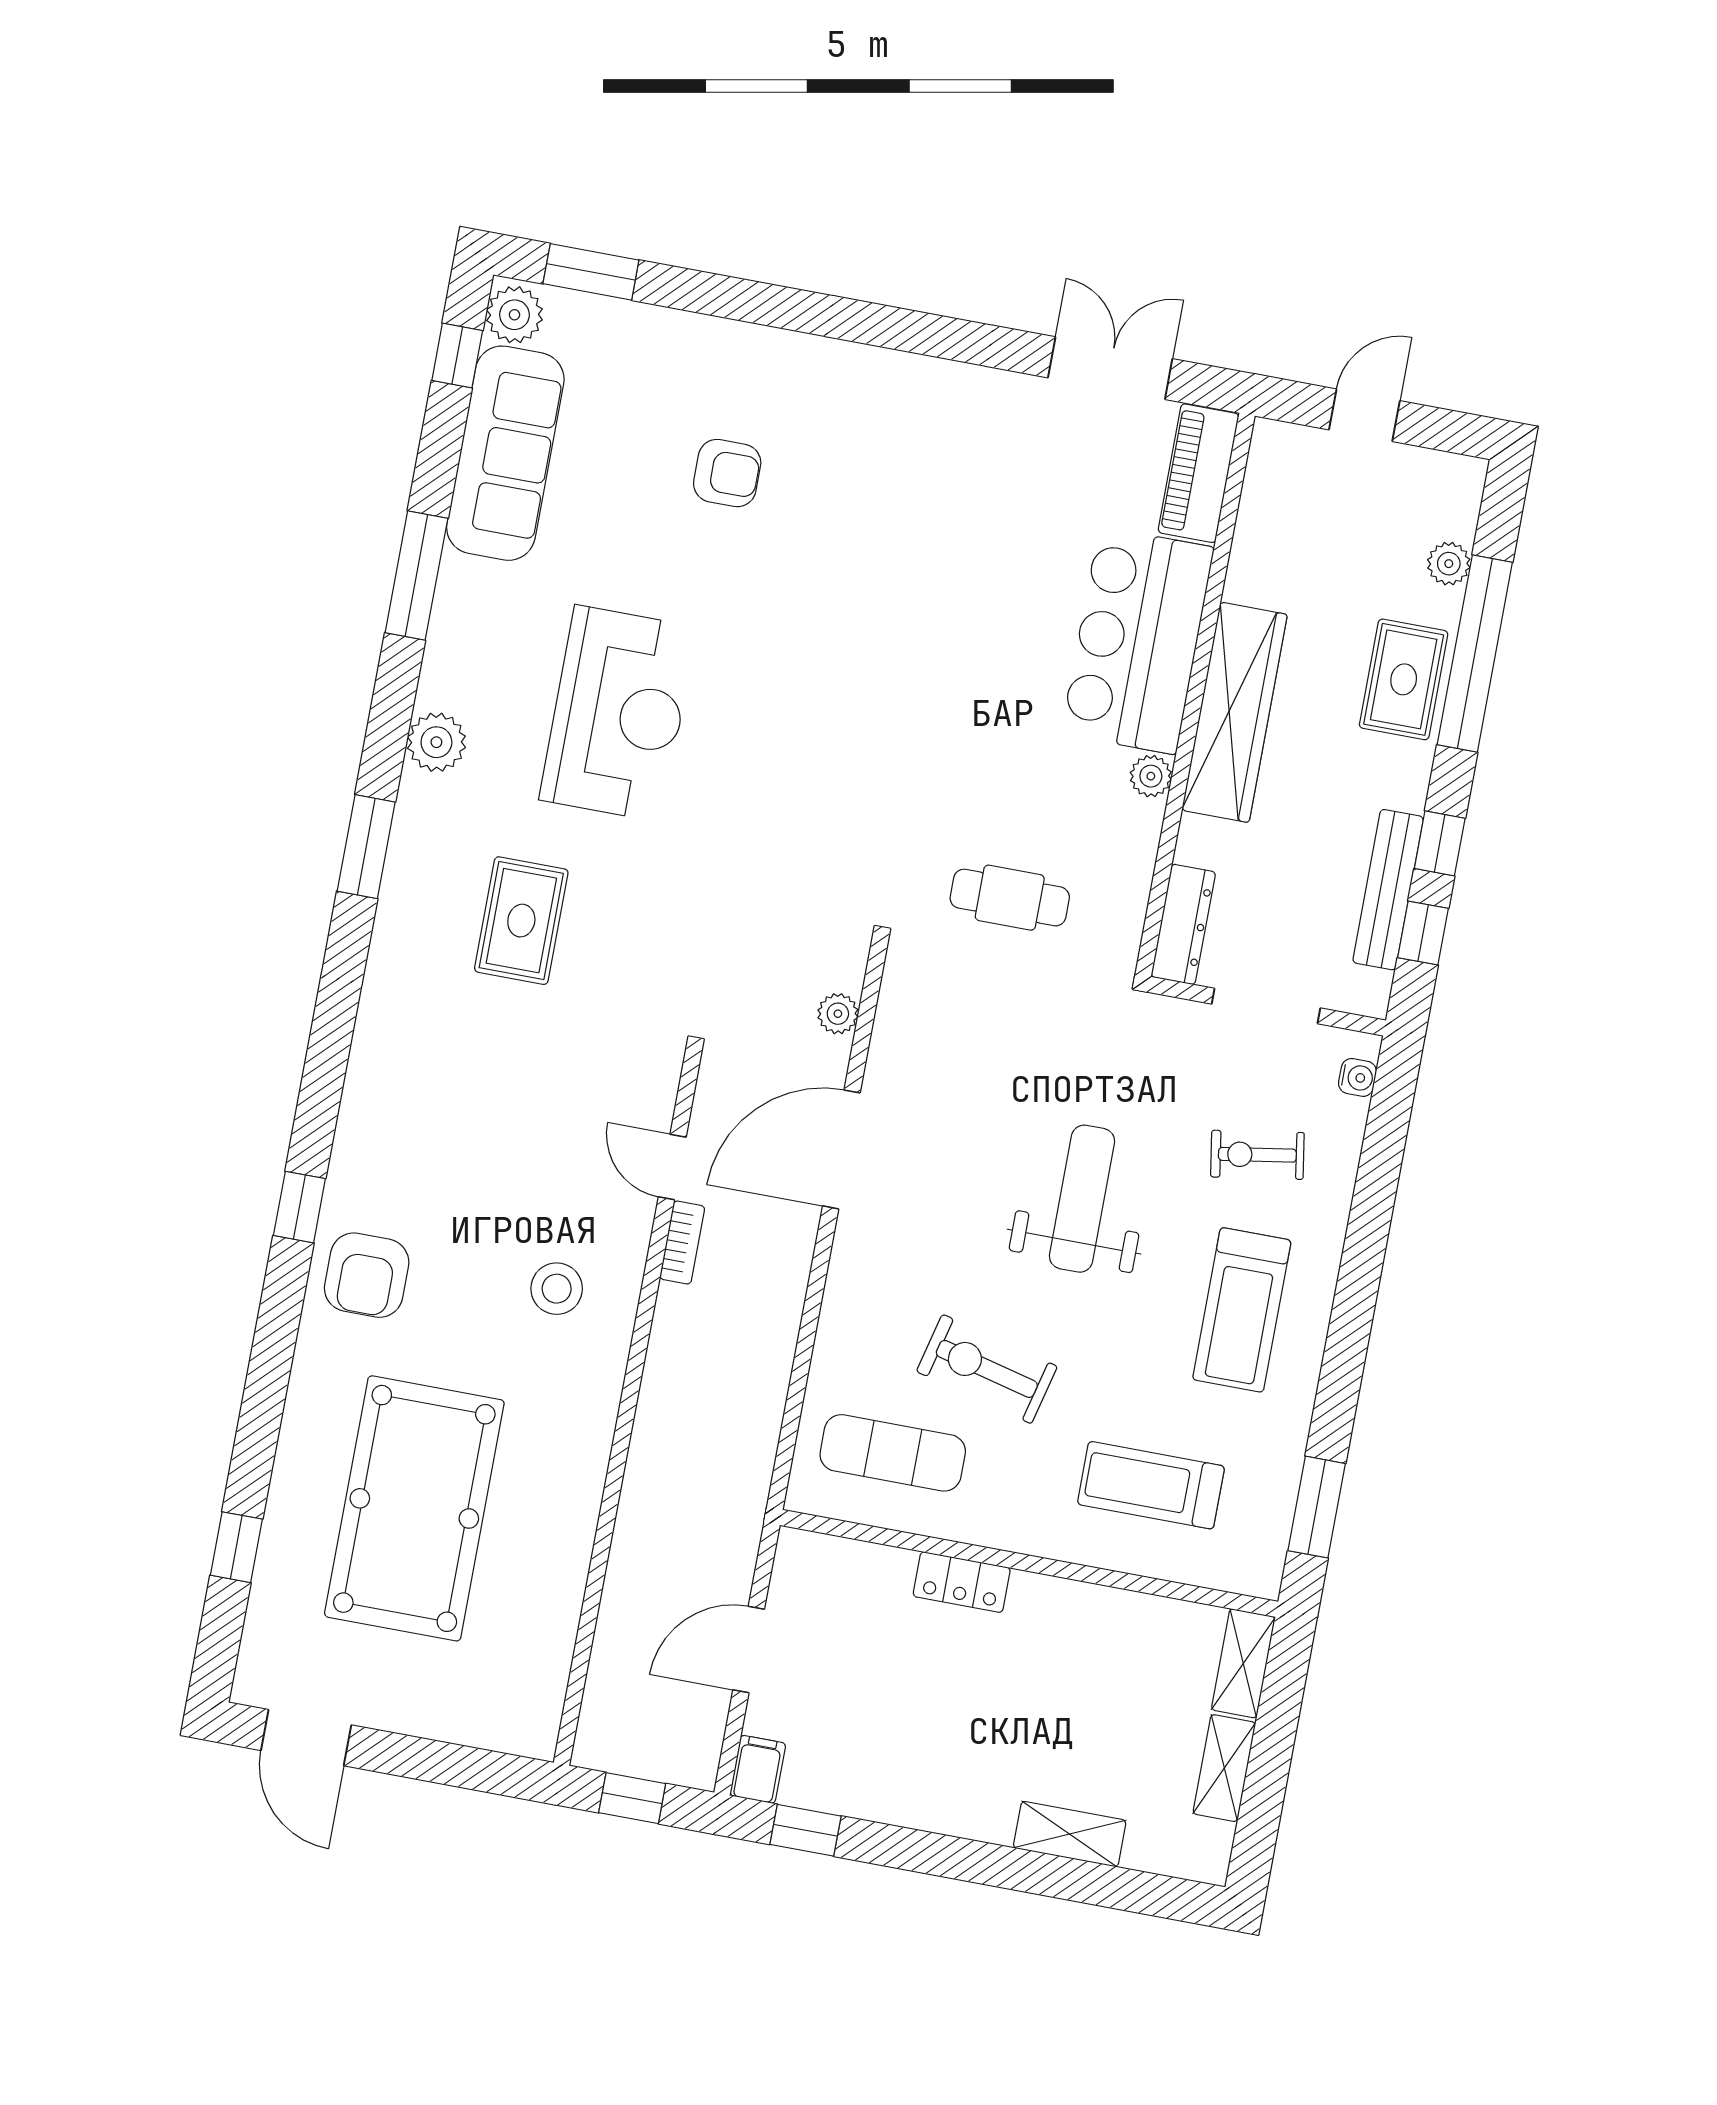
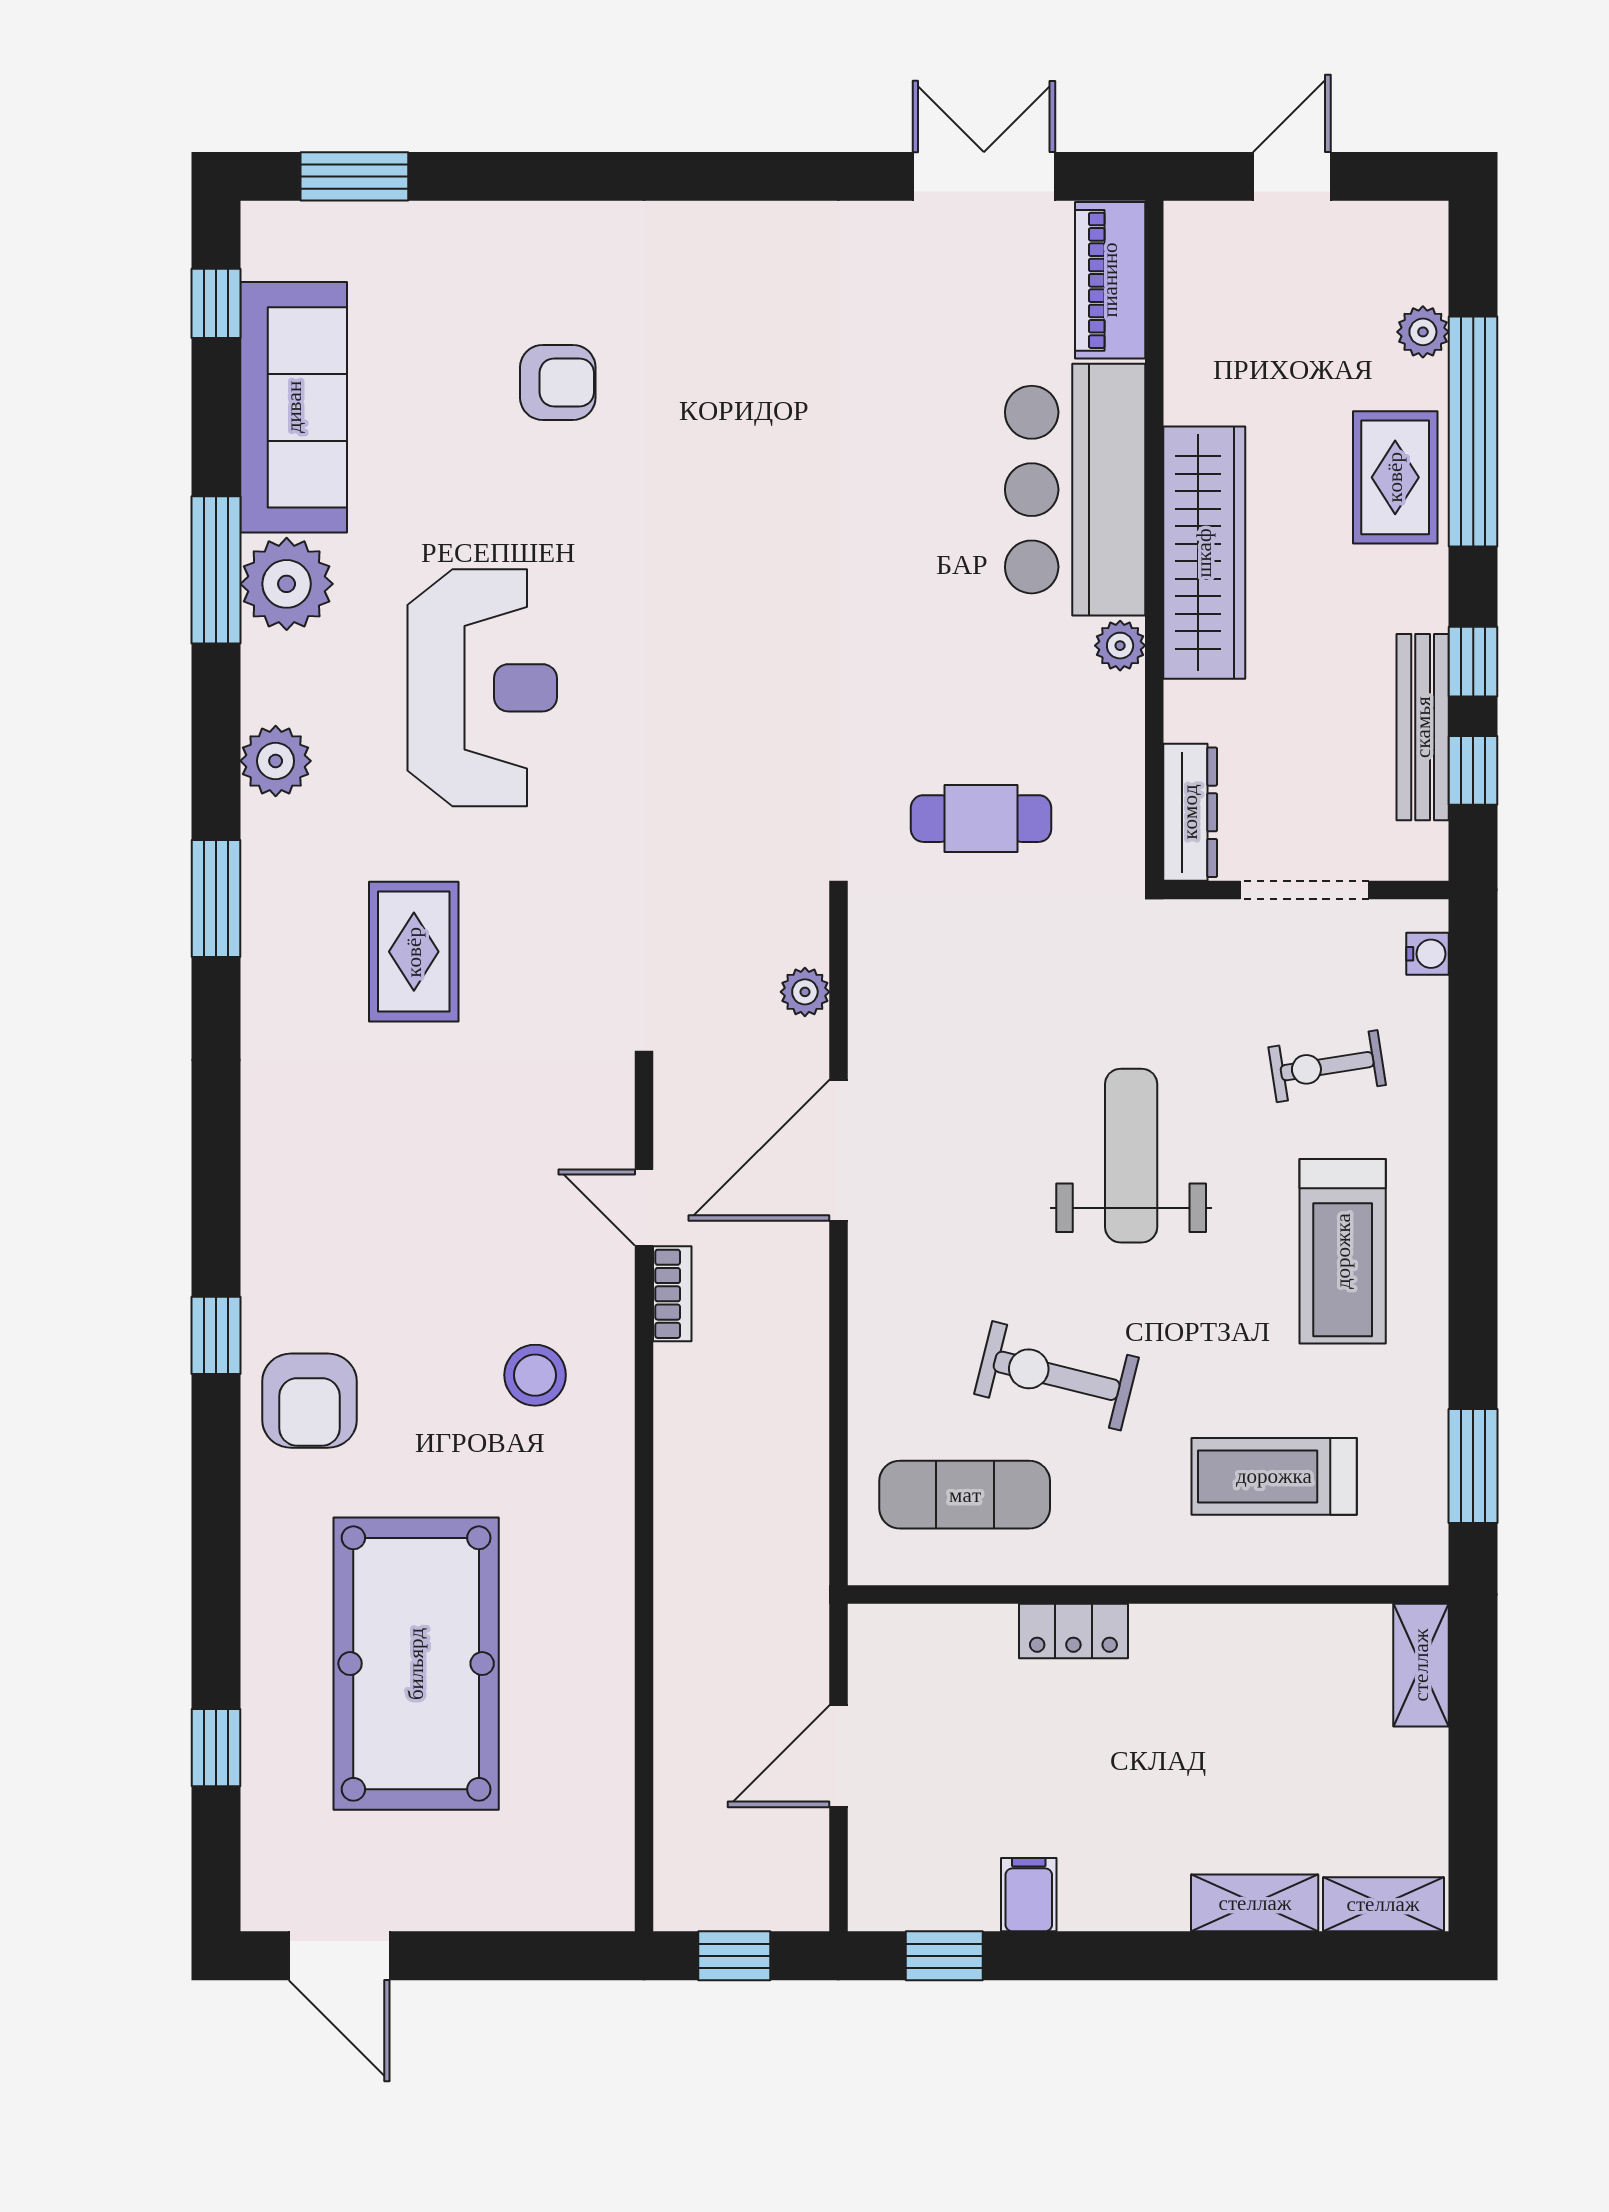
plant: (514, 315) -> (287, 584), moved, width x1.36, depth x1.36
shelving: (1224, 1768) -> (1383, 1904), moved, turned 90
filing cabinet: (758, 1769) -> (1029, 1895), moved

